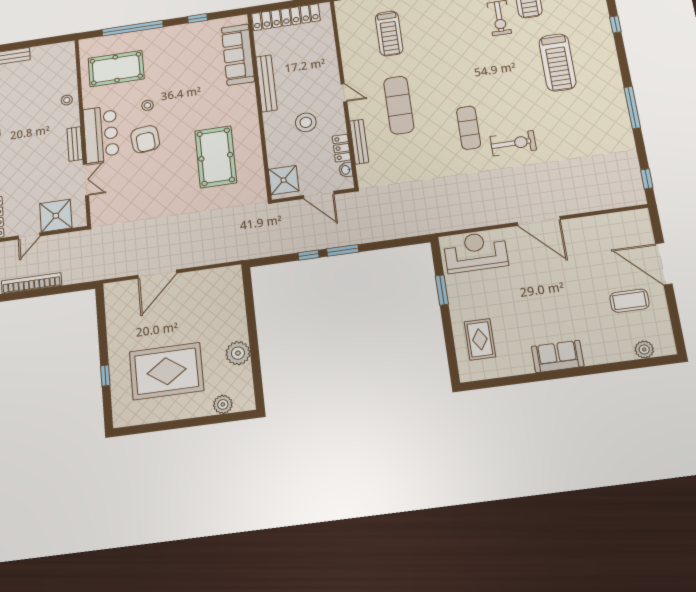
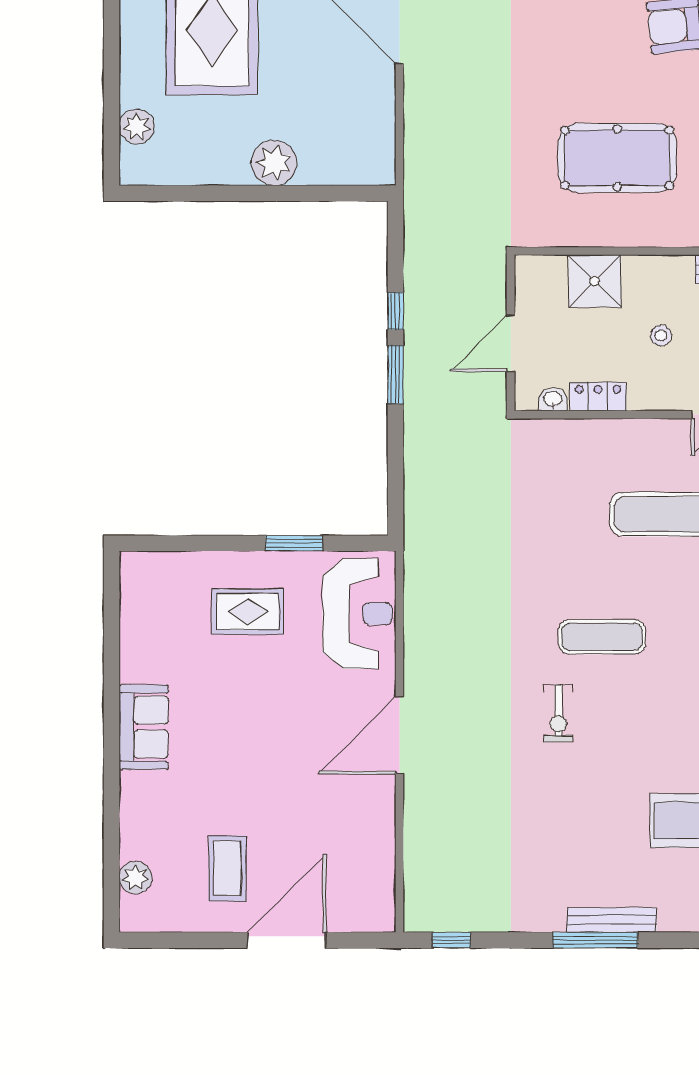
stool: (306, 122) -> (661, 336), width x0.53, depth x0.53
bench: (359, 142) -> (612, 920), moved
exercise bike: (513, 143) -> (558, 713), width x0.73, depth x0.72
shower: (284, 180) -> (595, 281), moved
rug: (480, 339) -> (247, 612), moved
plant: (238, 353) -> (274, 163), moved

